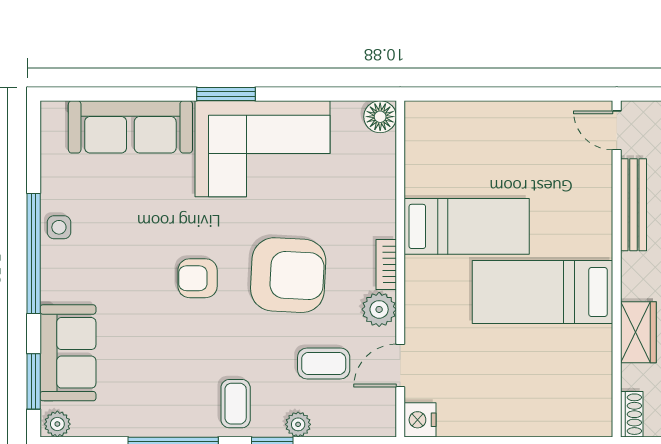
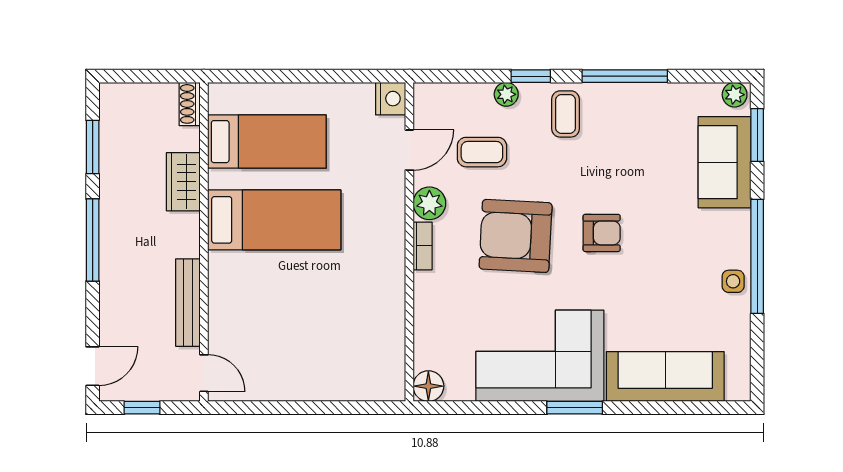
bed: (467, 226) -> (267, 142), moved, turned 180

